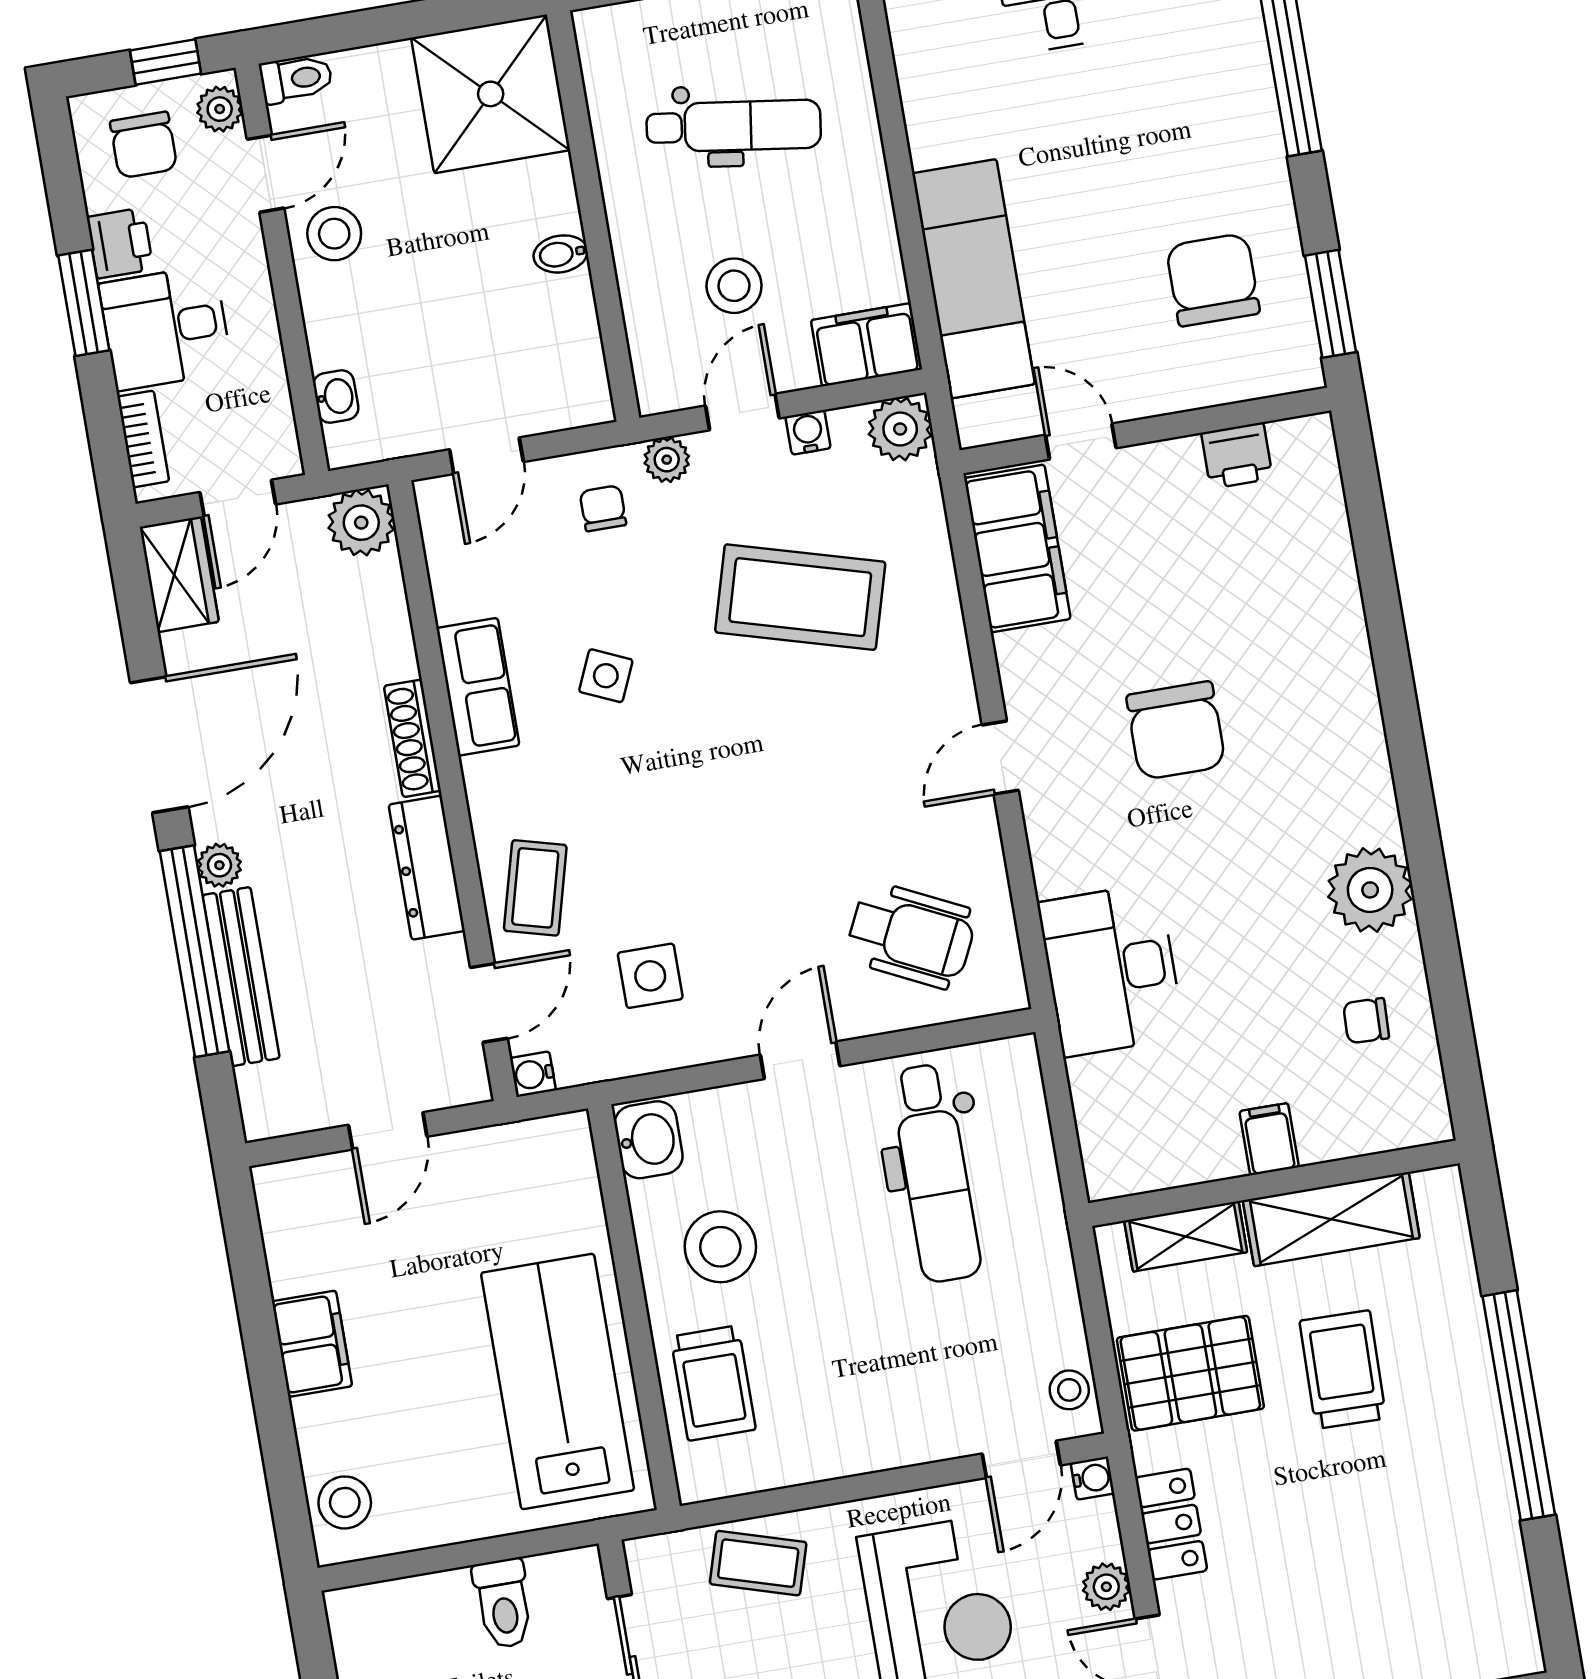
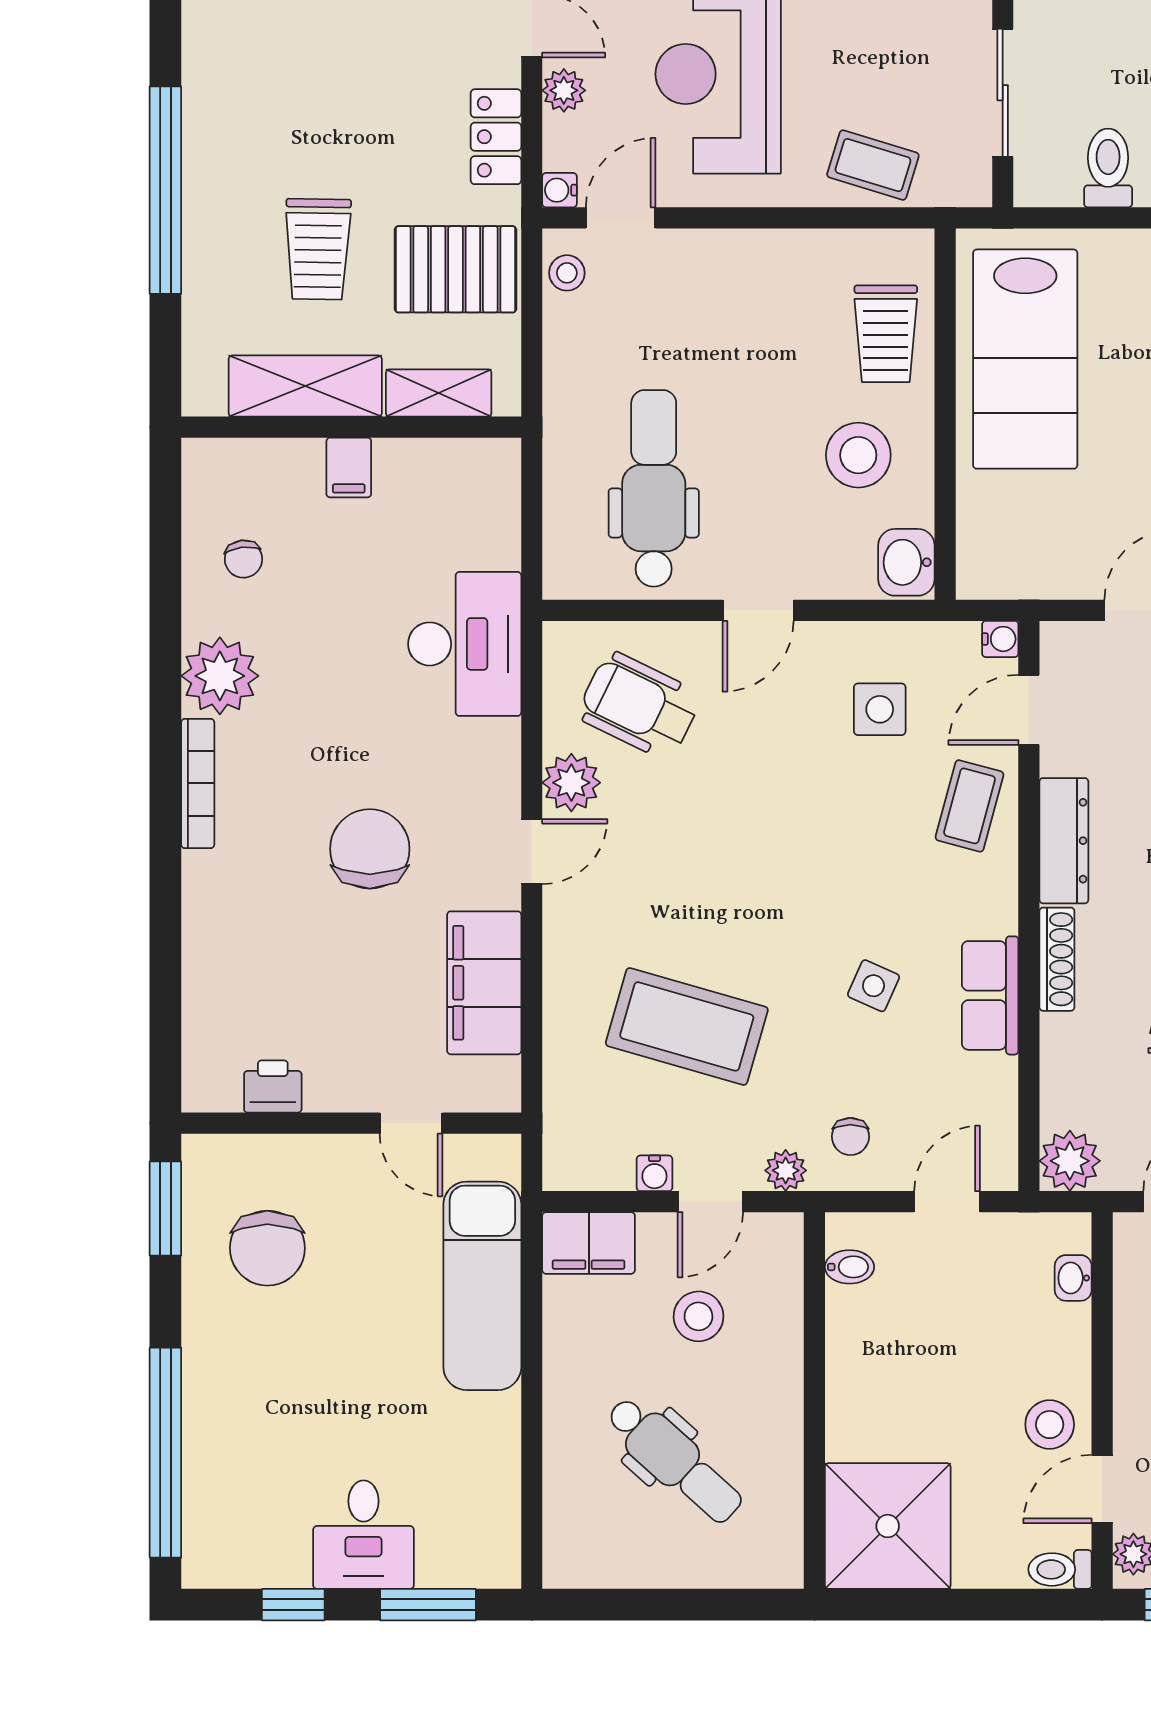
dental chair: (734, 126) -> (674, 1460), turned -146
bidet: (561, 254) -> (849, 1267), moved
plant: (900, 429) -> (571, 783), moved
filing cabinet: (1017, 548) -> (484, 983), moved
bookcase: (1374, 769) -> (198, 783), added
chair: (1366, 1021) -> (243, 559), turned 81
trolley: (713, 1383) -> (886, 334), turned 180

